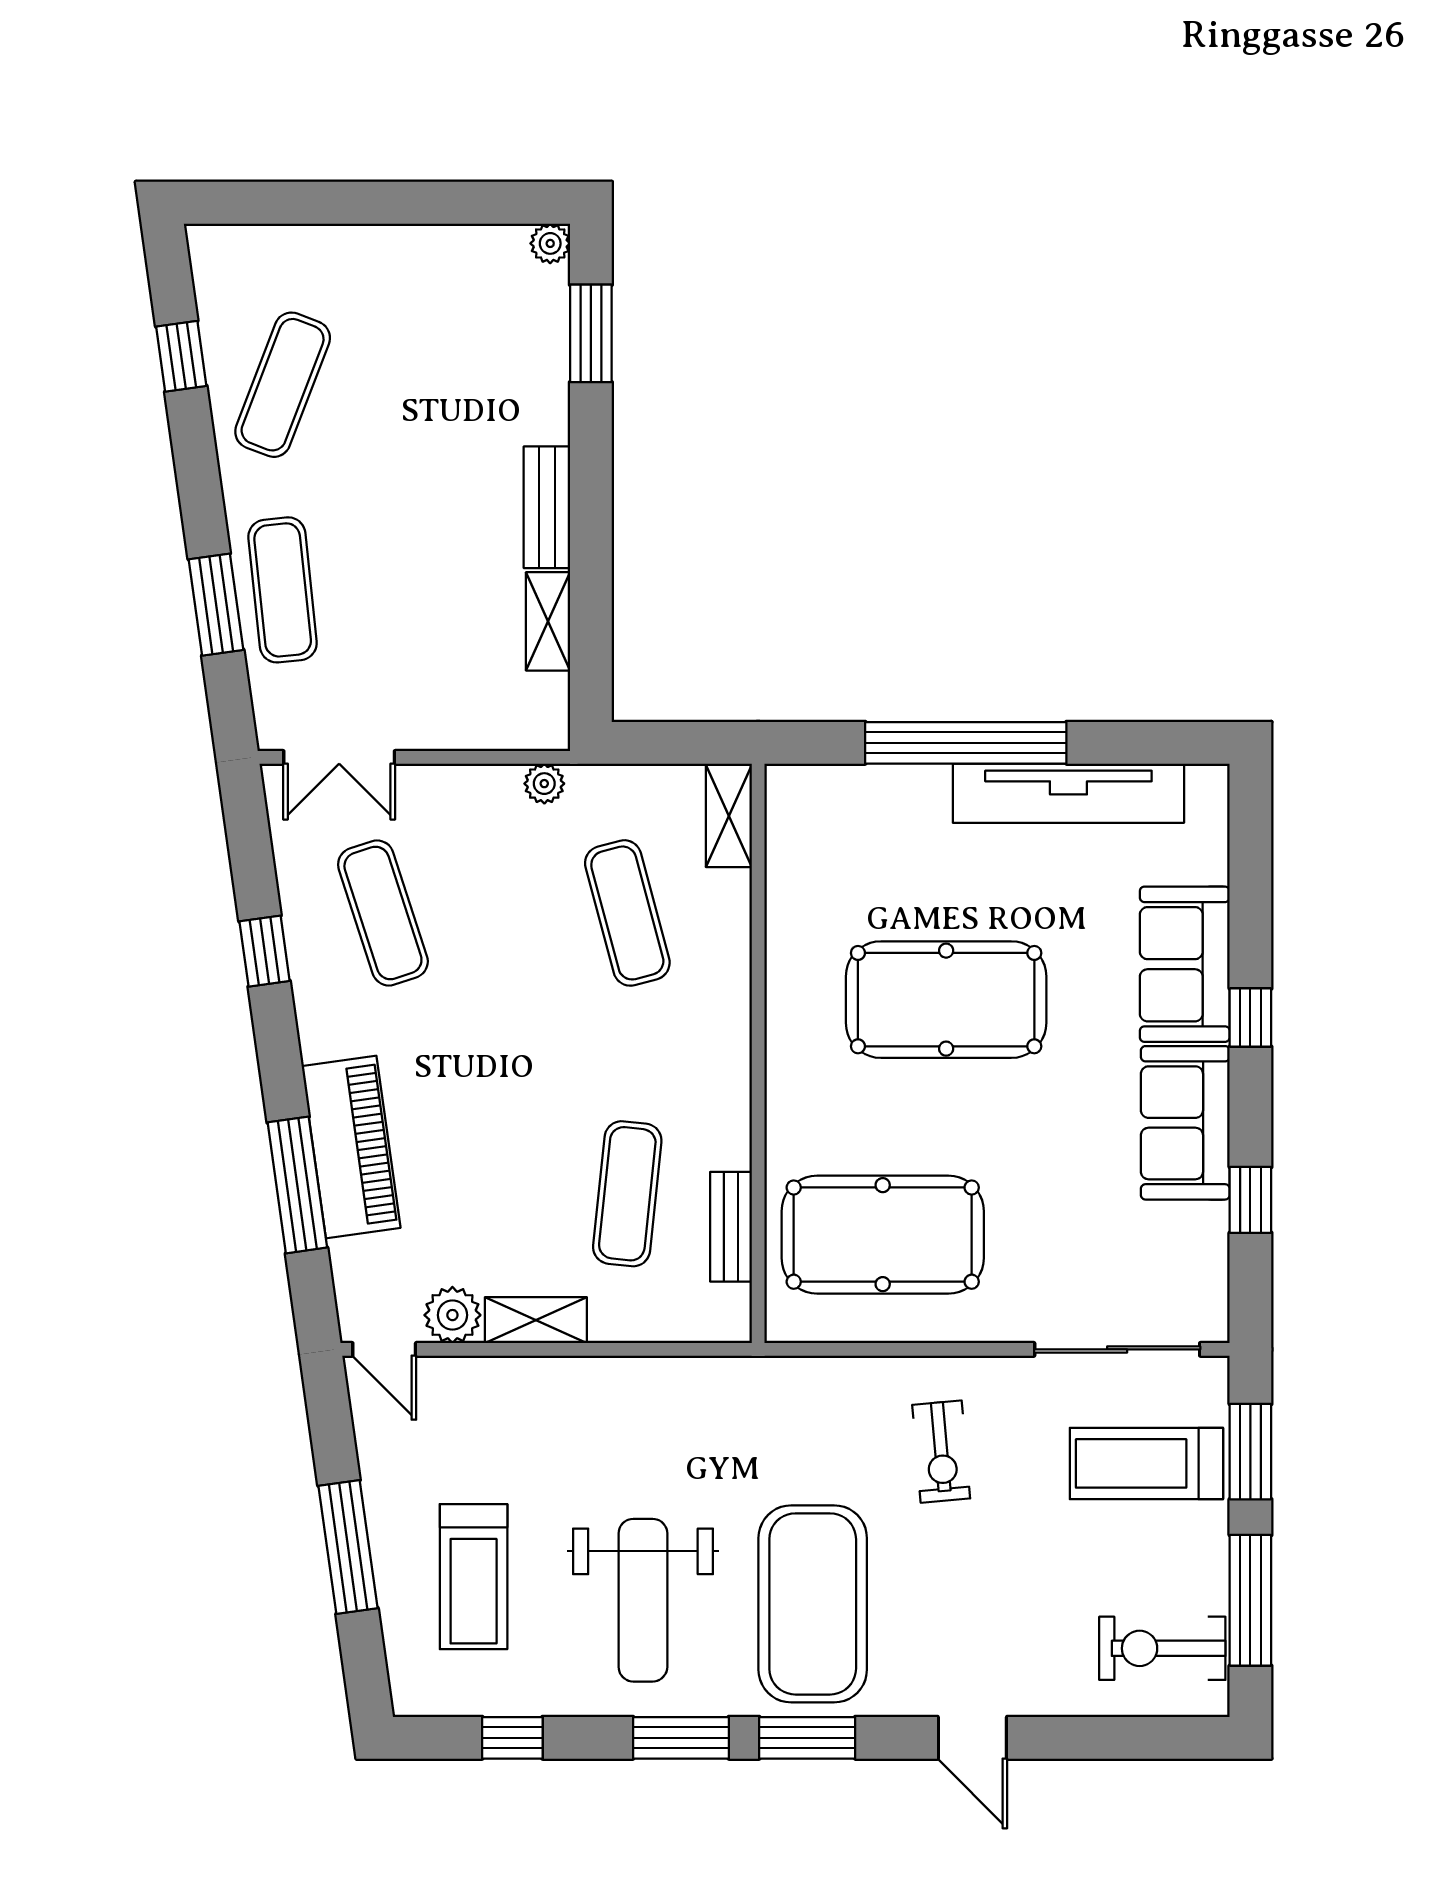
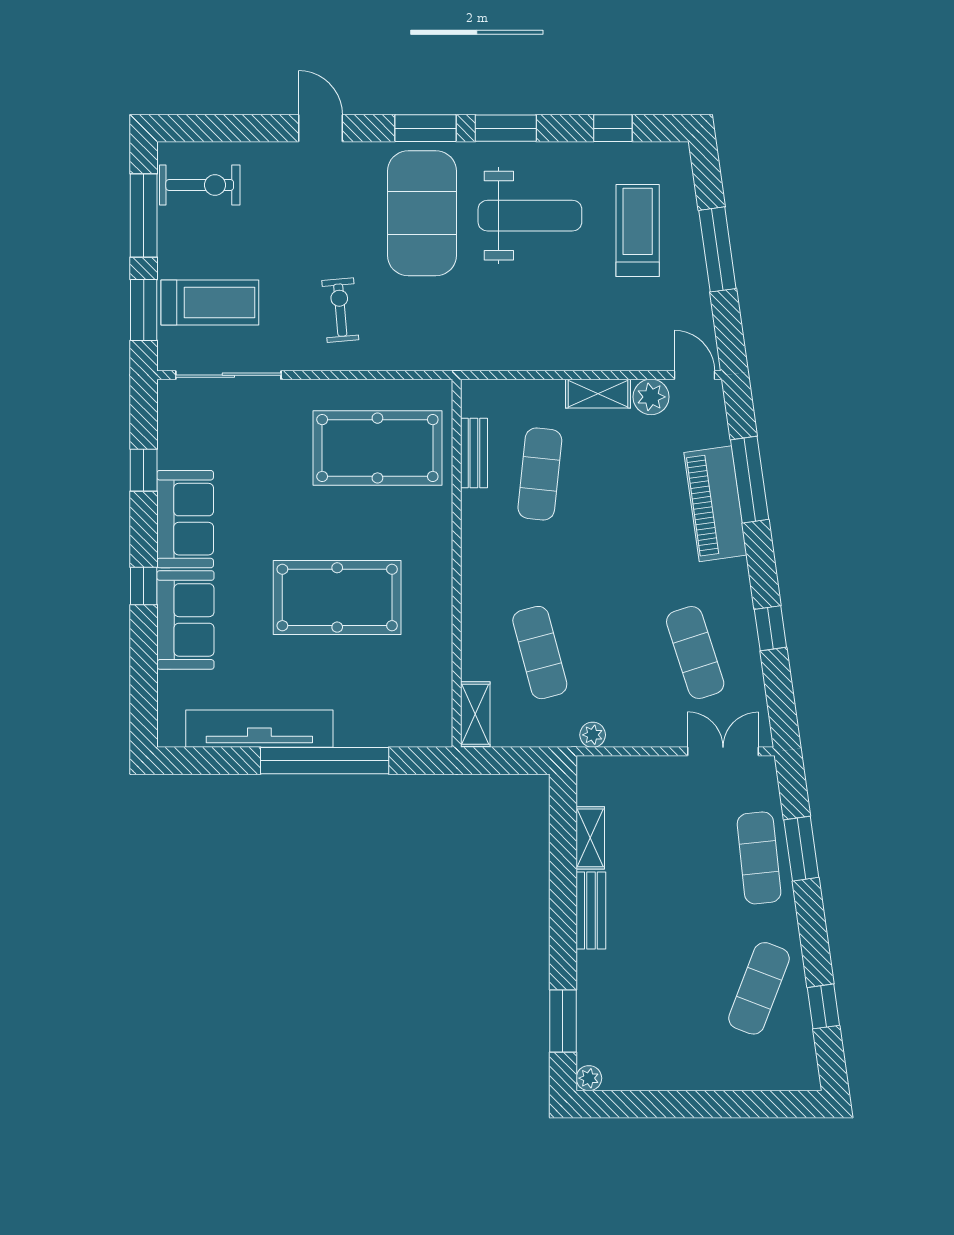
weight bench: (643, 1600) -> (530, 216), turned 90

